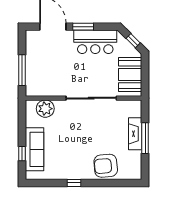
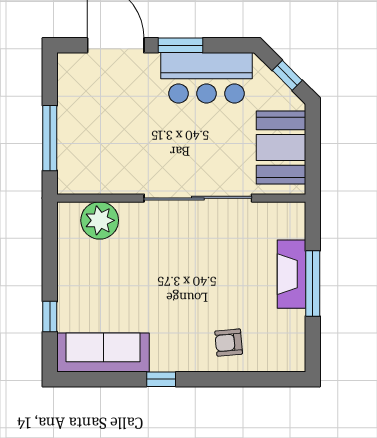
sofa: (34, 149) -> (103, 353), moved, turned -90
armchair: (106, 166) -> (229, 343), width x0.53, depth x0.53

